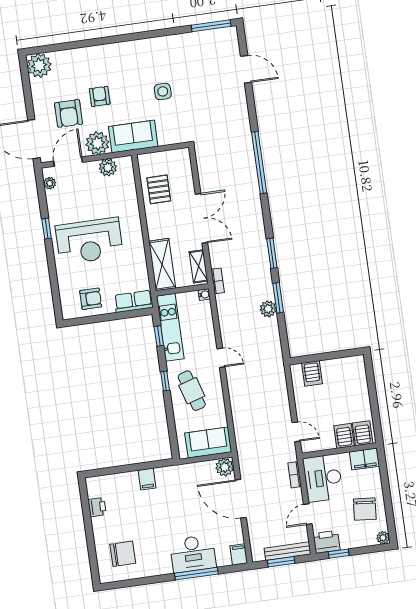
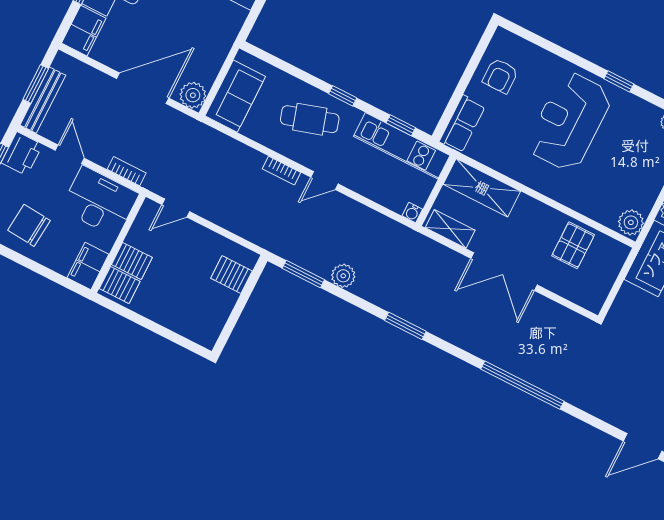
plant: (108, 167) -> (631, 222), moved
pallet: (159, 189) -> (573, 245), turned 90
bookcase: (218, 281) -> (281, 171), moved
window: (278, 298) -> (303, 274), moved
filing cabinet: (239, 554) -> (84, 31), width x2.00

